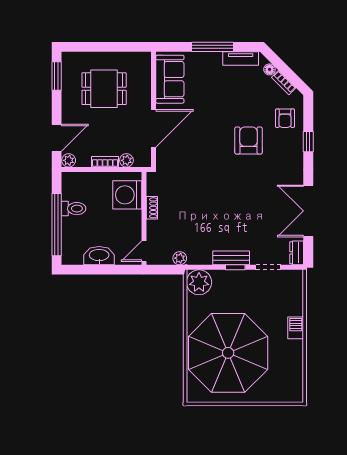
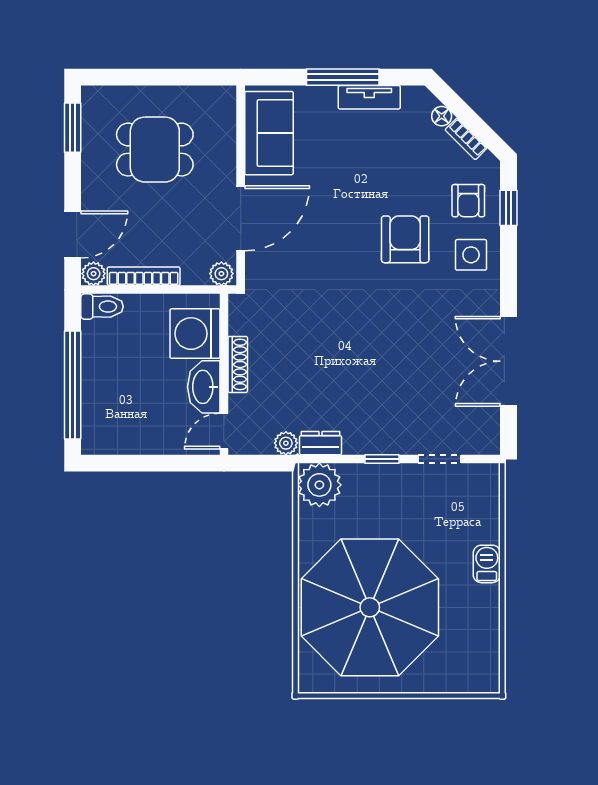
tv unit: (241, 58) -> (369, 97), moved
window: (308, 142) -> (509, 208), moved
side table: (287, 149) -> (471, 255), added
plant: (126, 160) -> (221, 274), moved
bookcase: (105, 162) -> (144, 276), width x1.56
shoe rack: (152, 208) -> (238, 364), width x1.43
toilet: (74, 209) -> (102, 307), moved
dresser: (297, 253) -> (321, 443), moved, turned 90
washbasin: (99, 256) -> (204, 387), moved, turned -90
bench: (231, 258) -> (375, 443), removed

